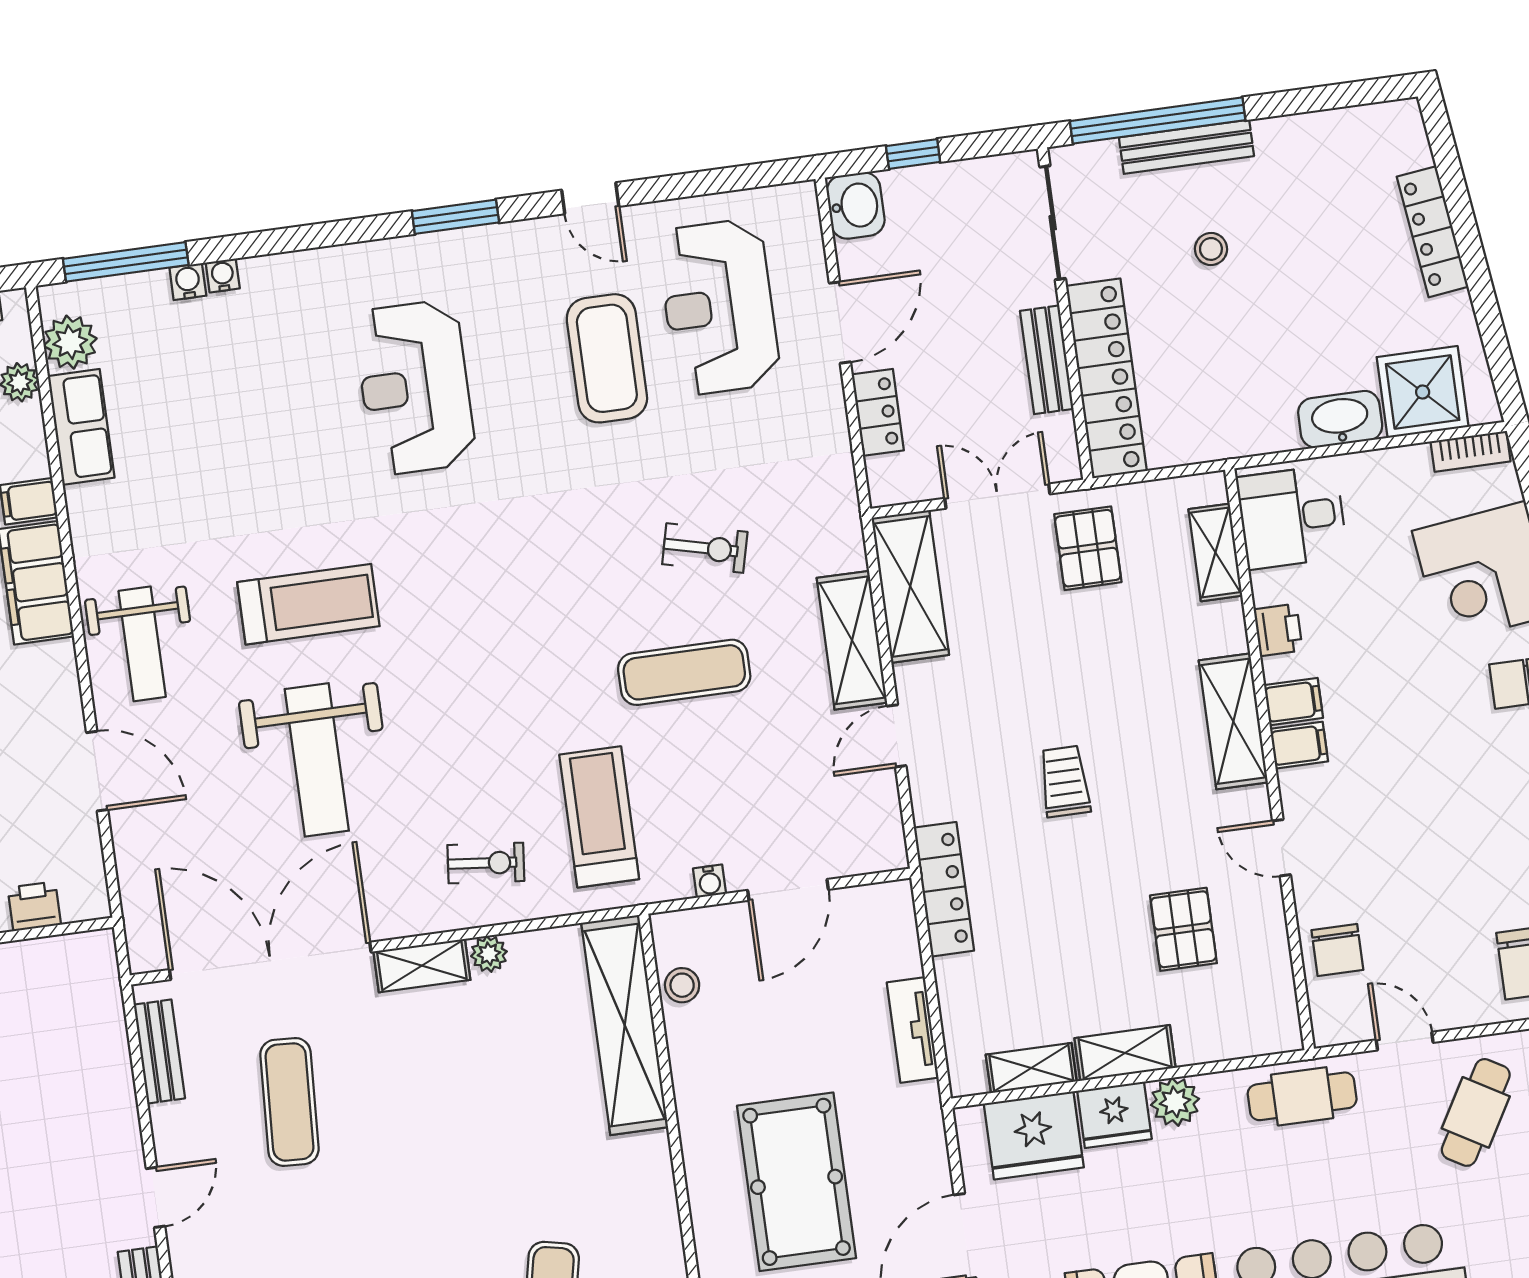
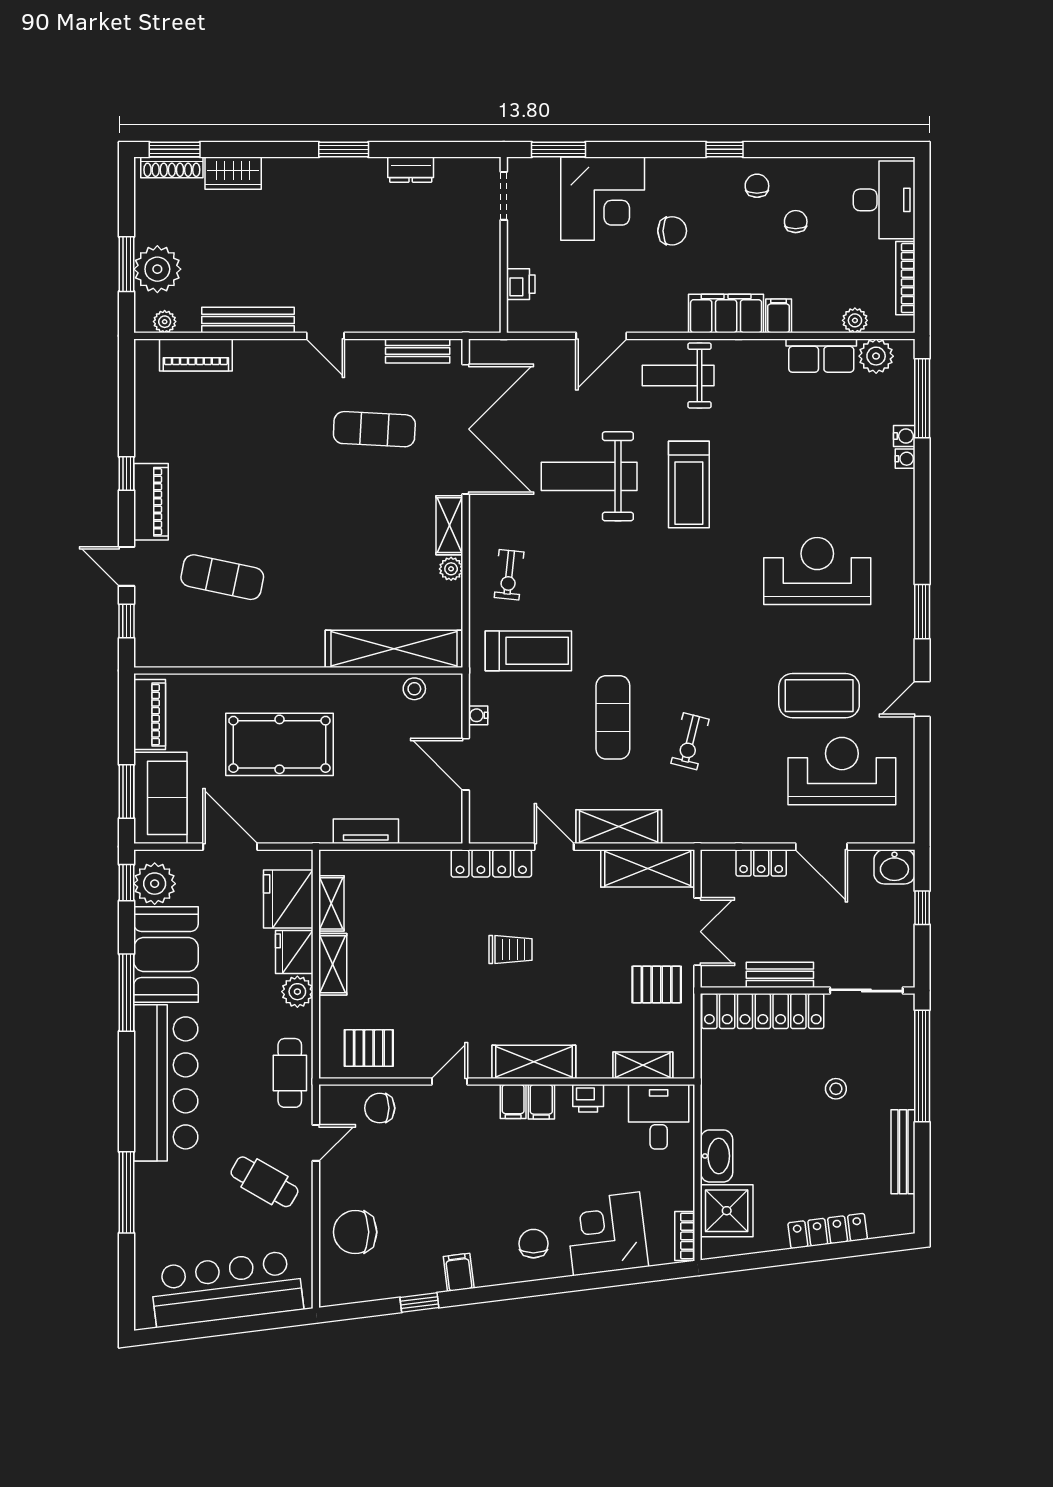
bench: (1186, 147) -> (903, 1152), moved
locker: (944, 889) -> (491, 863), moved
pallet: (1183, 929) -> (369, 1048), moved

